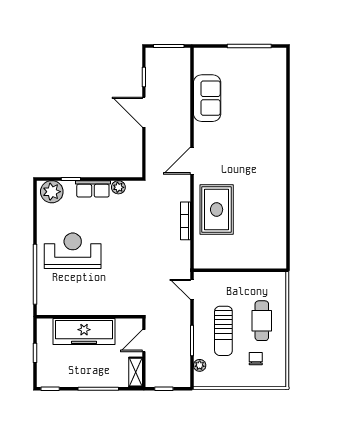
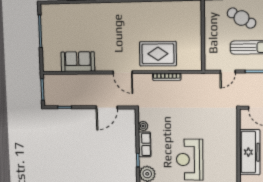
door: (144, 112) -> (107, 107), moved
door: (192, 289) -> (228, 72), moved
cafe table: (262, 321) -> (241, 18), turned 30

